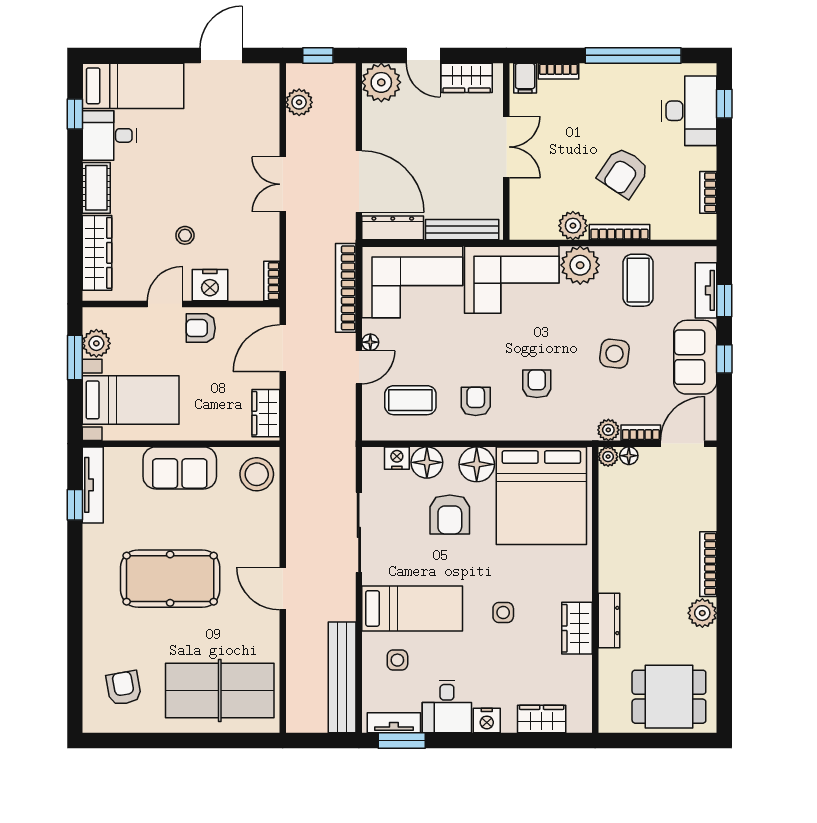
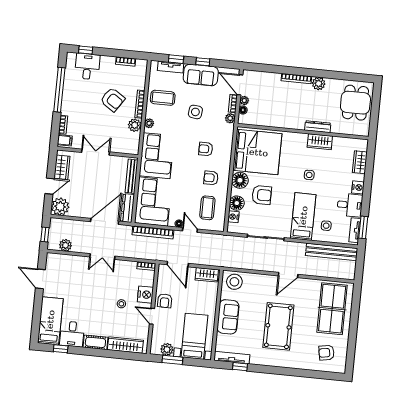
desk: (689, 111) -> (87, 66), width x0.73
plant: (580, 265) -> (149, 123), width x0.53, depth x0.53
plant: (608, 457) -> (244, 101), moved

